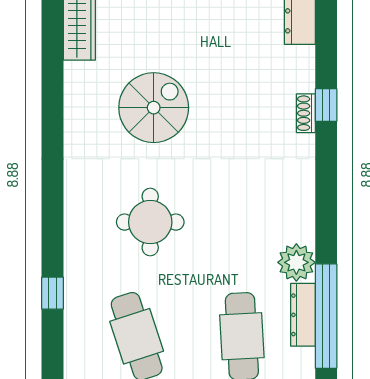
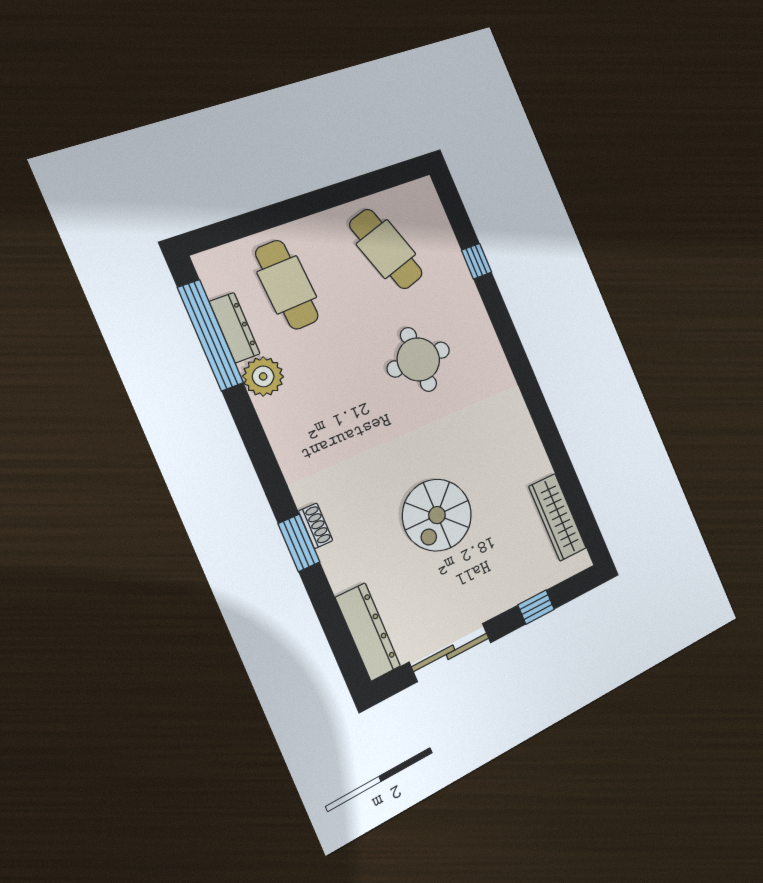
window: (326, 105) -> (299, 543), width x1.50
spiral stairs: (154, 108) -> (437, 515), moved

